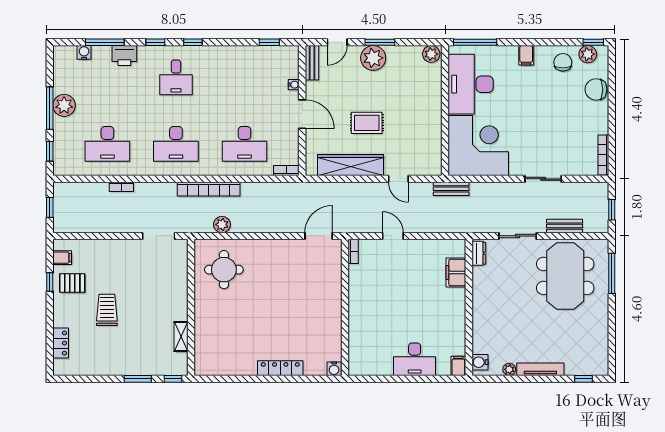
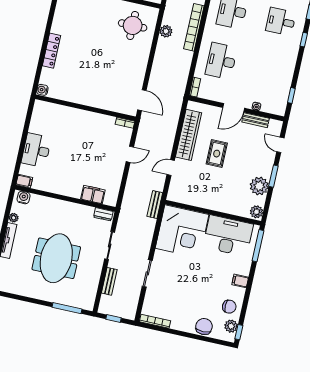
plant: (373, 58) -> (259, 186), moved
bench: (312, 63) -> (256, 120), moved
meeting table: (565, 276) -> (56, 258), moved, turned 90

